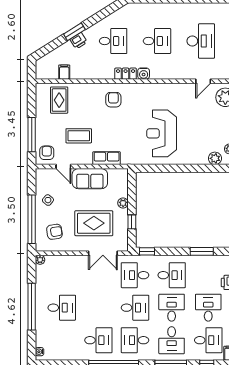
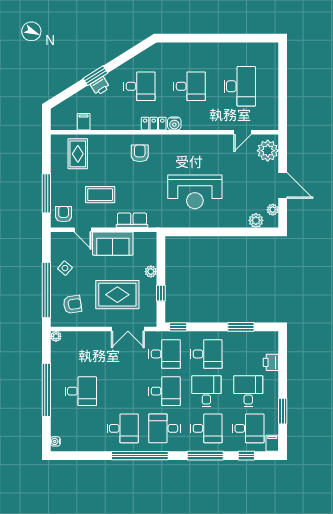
reception desk: (162, 133) -> (195, 192), turned -90
desk: (135, 275) -> (164, 354), turned 180
desk: (172, 340) -> (206, 428), turned -90

